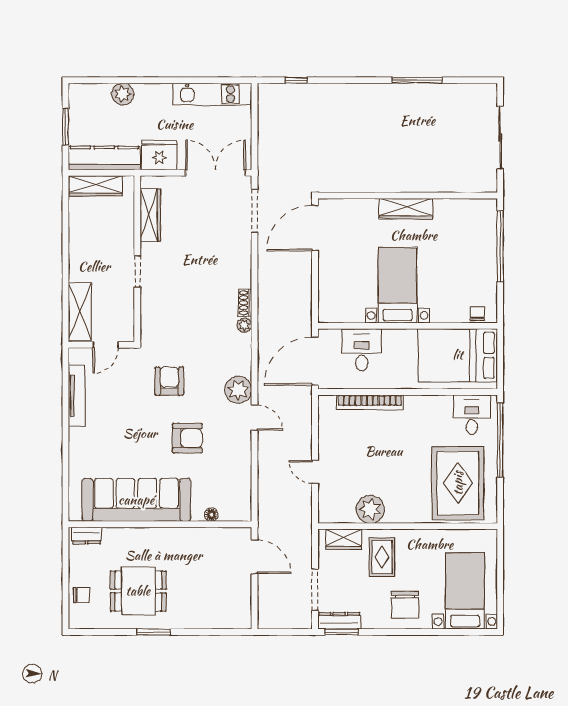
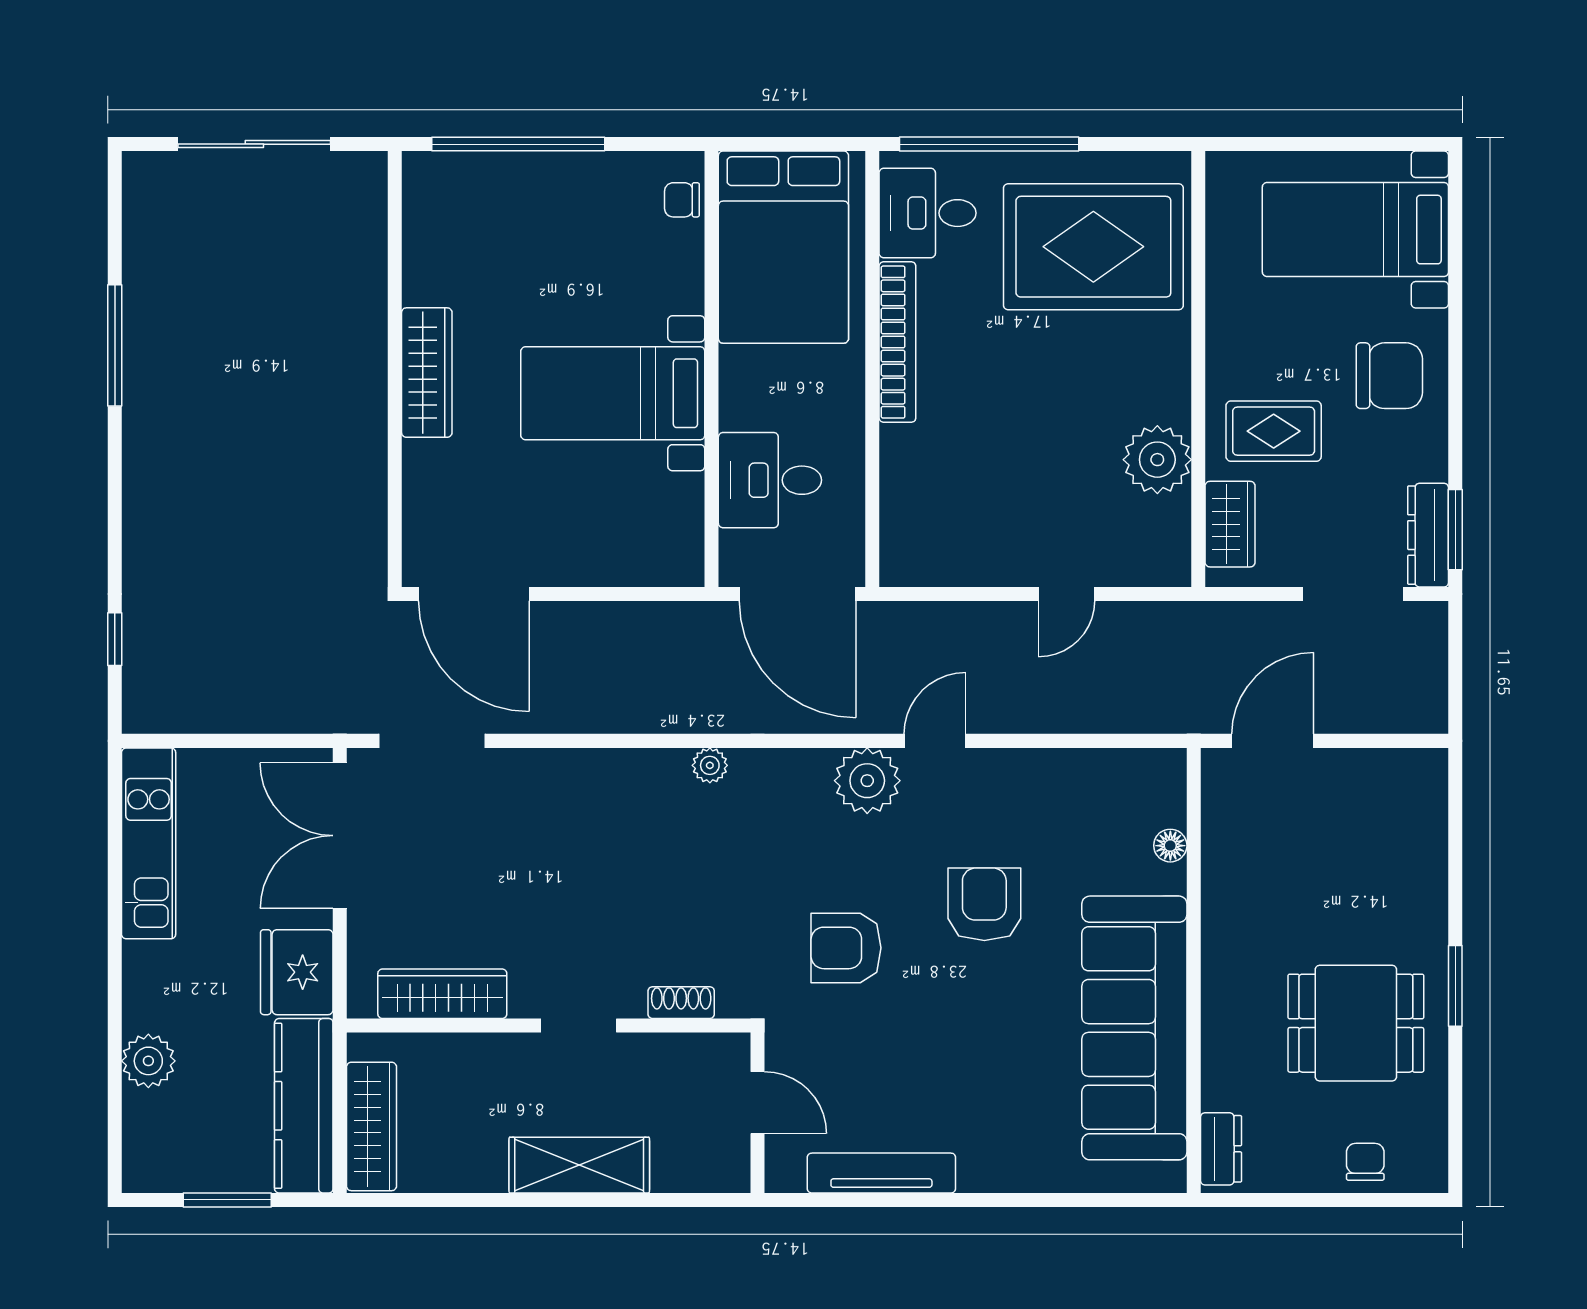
shoe rack: (245, 303) -> (681, 1003), moved, turned 180
shelving: (80, 312) -> (579, 1165), moved
bookcase: (370, 402) -> (897, 342), moved
dining table: (138, 591) -> (1356, 1023), turned 90

